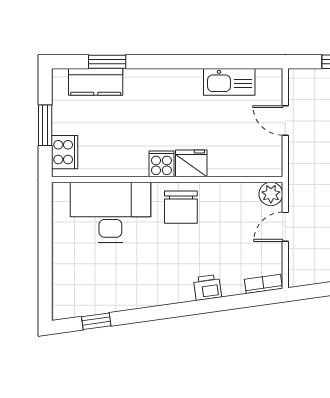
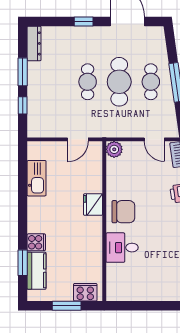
door: (285, 120) -> (78, 139), moved
cooker: (161, 164) -> (36, 242), moved, turned 180
desk: (110, 212) -> (122, 248), width x0.53, depth x0.77
door: (285, 227) -> (154, 139), moved

